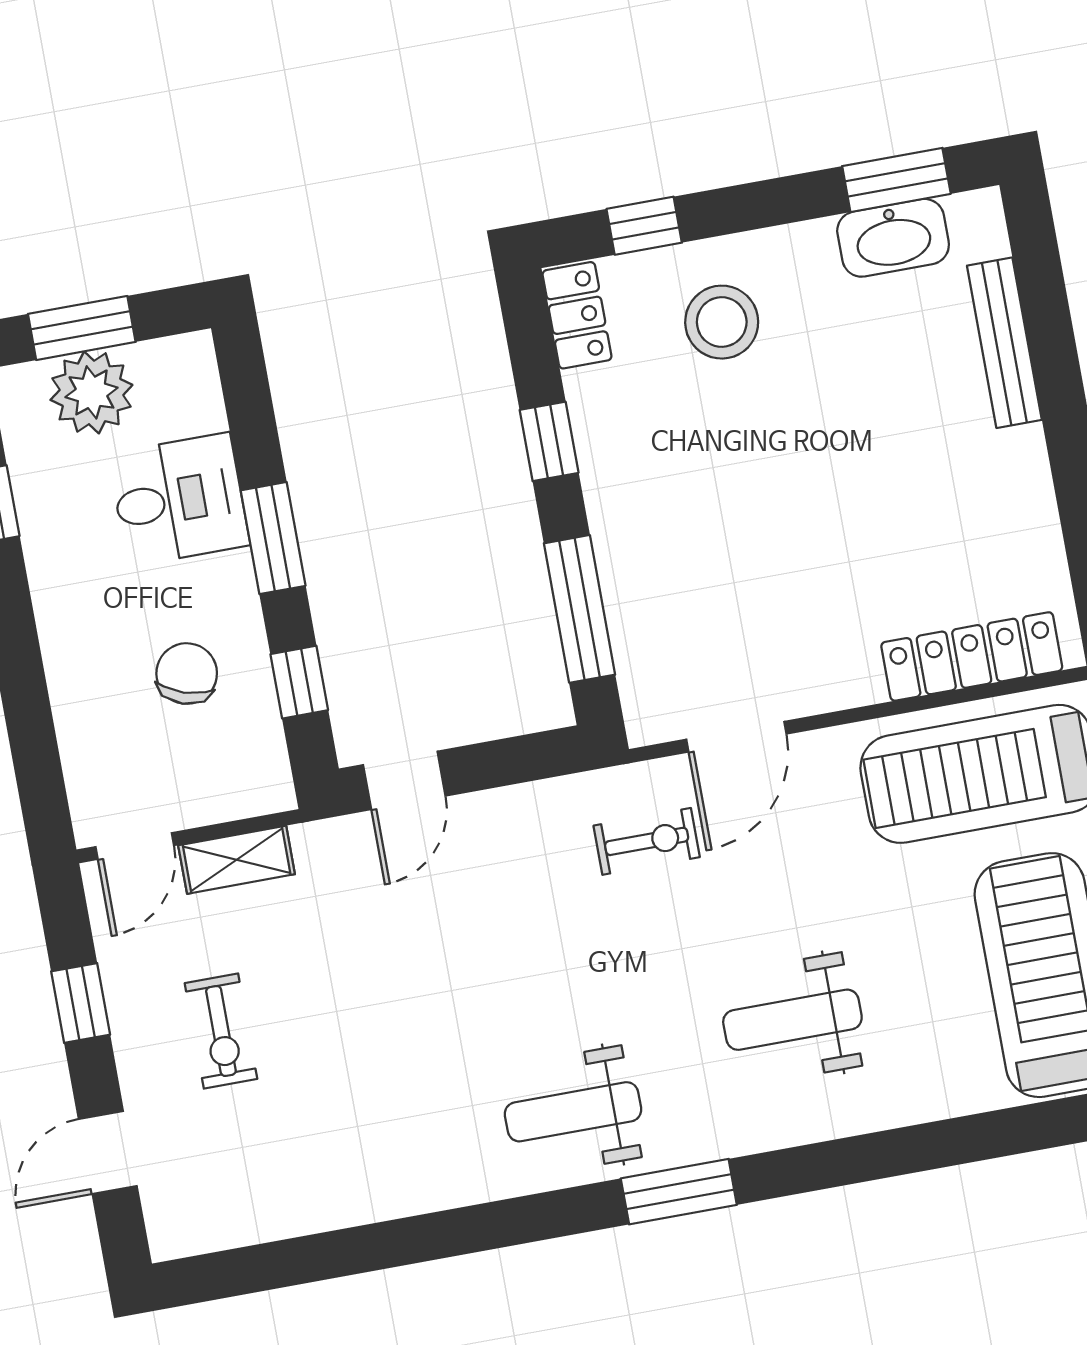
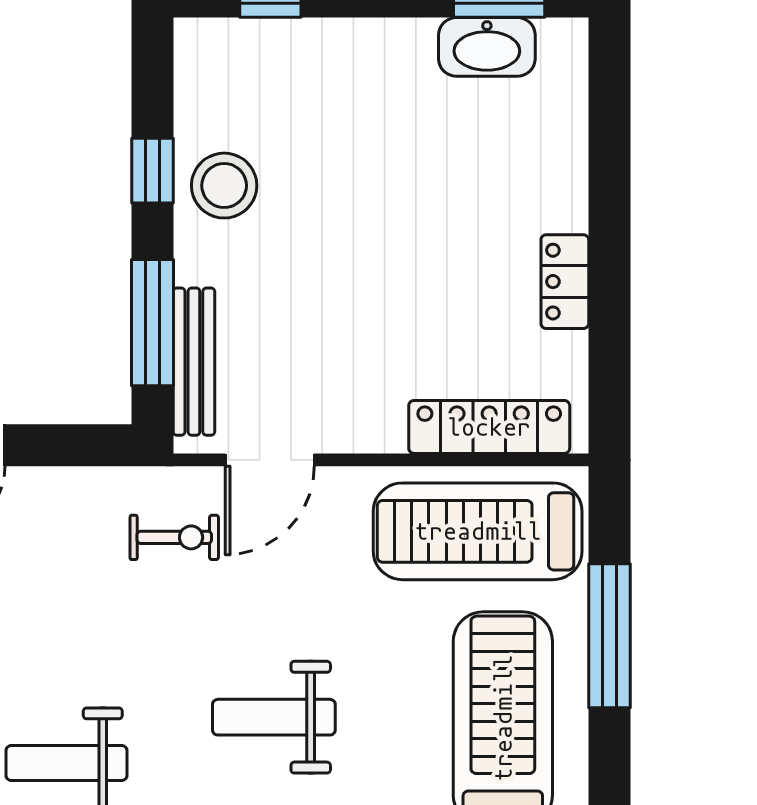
locker: (577, 315) -> (565, 282), moved, turned 180
stool: (722, 322) -> (224, 186), moved
bench: (1004, 343) -> (194, 362), moved

